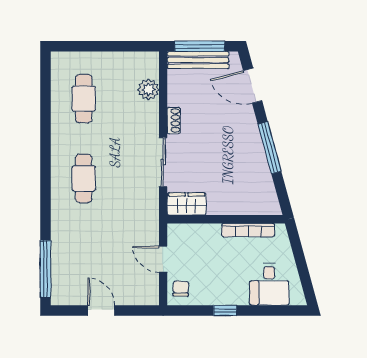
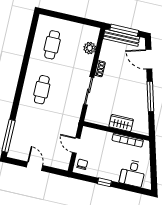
wardrobe: (187, 204) -> (121, 123), moved

